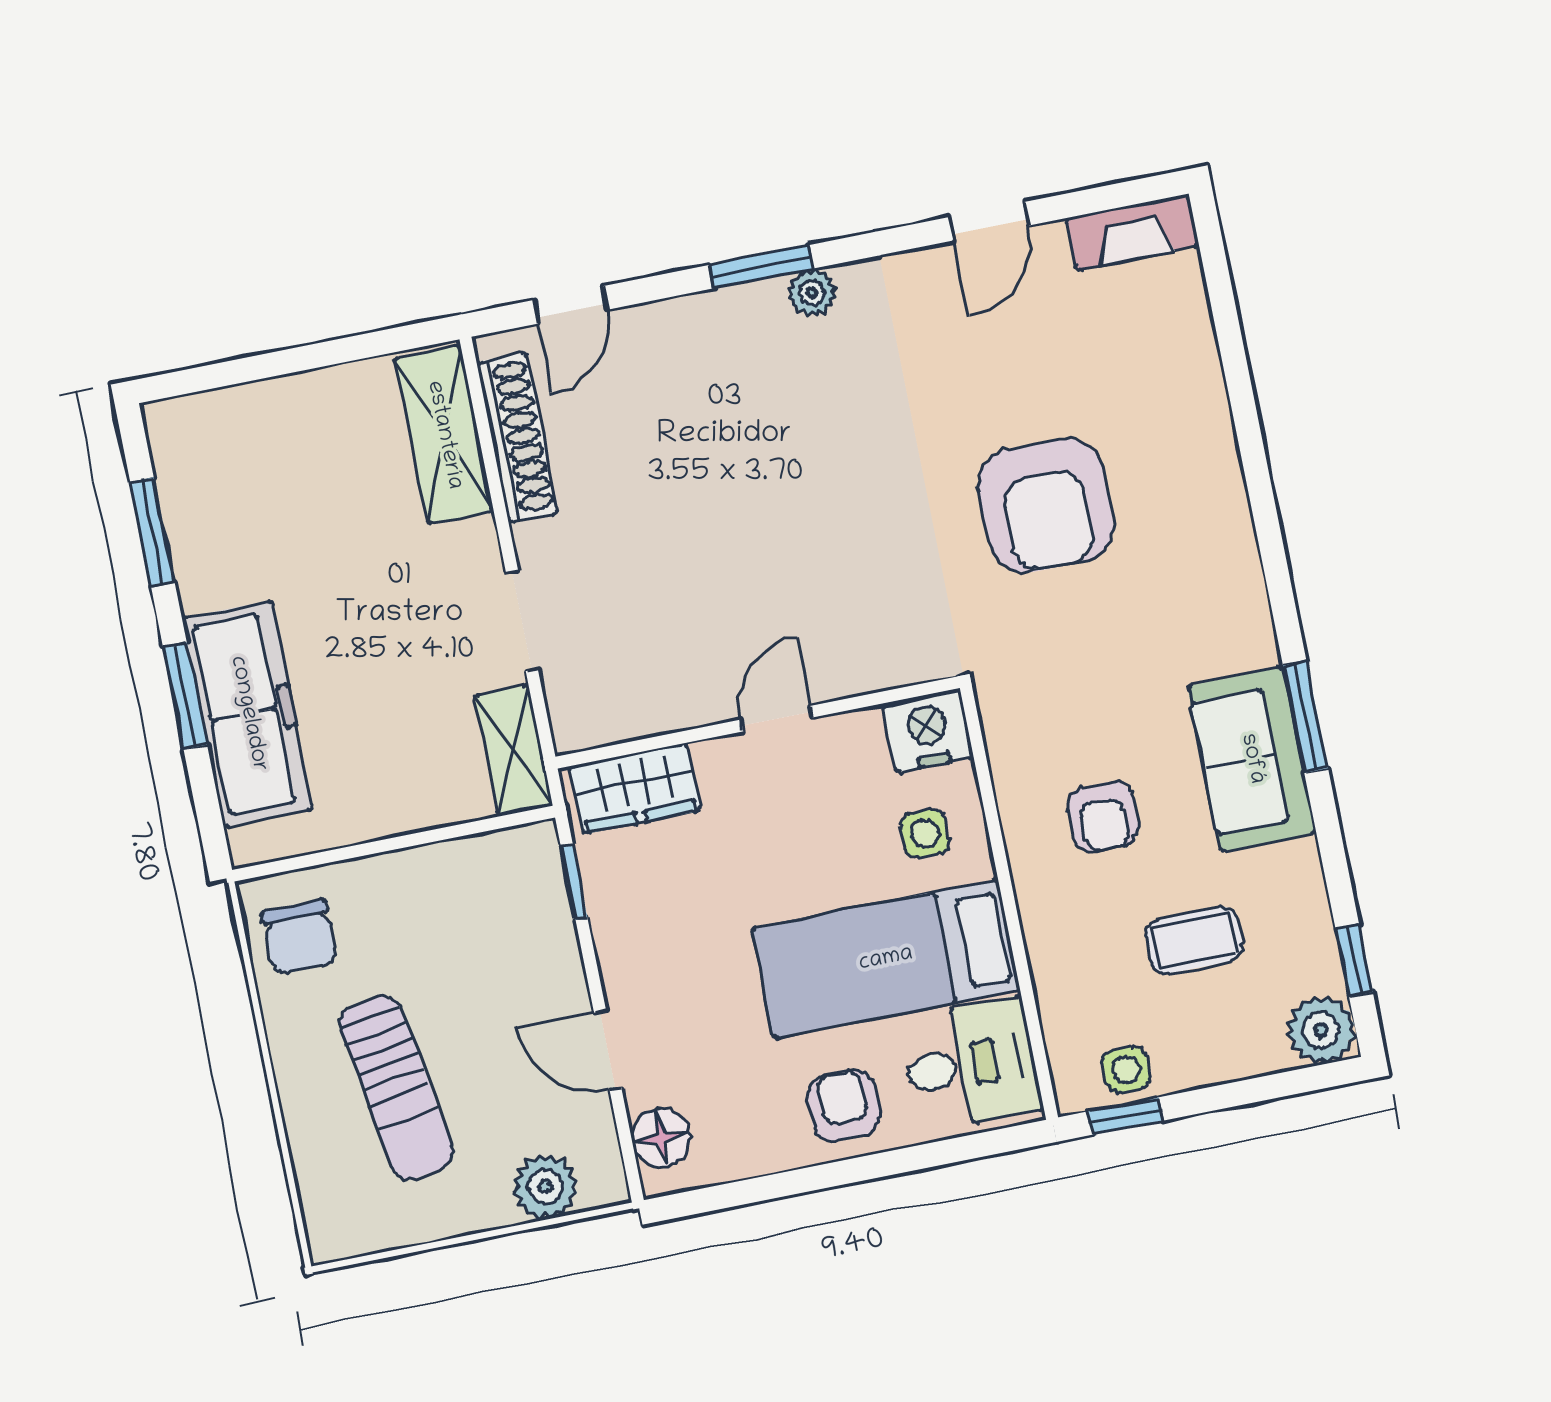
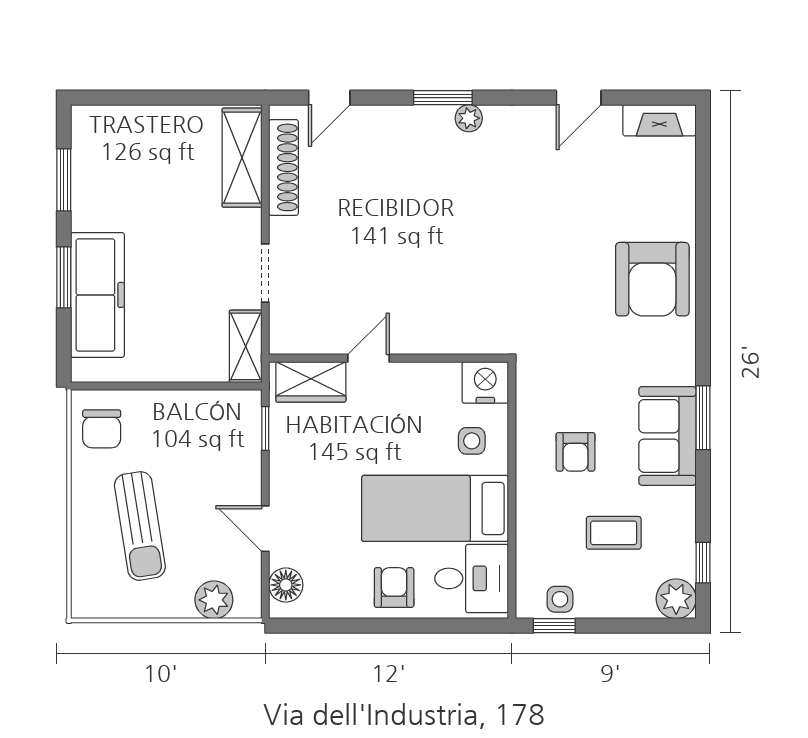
armchair: (1046, 505) -> (652, 279), moved
door: (777, 719) -> (368, 358), moved

